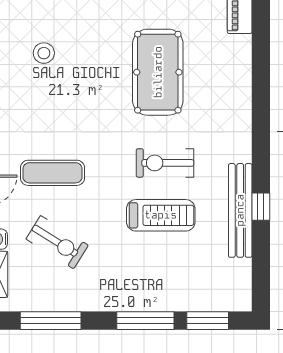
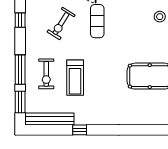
exercise bike: (165, 163) -> (46, 74), moved, turned 180
bench: (240, 210) -> (49, 119), moved
window: (51, 321) -> (20, 20), width x0.46

